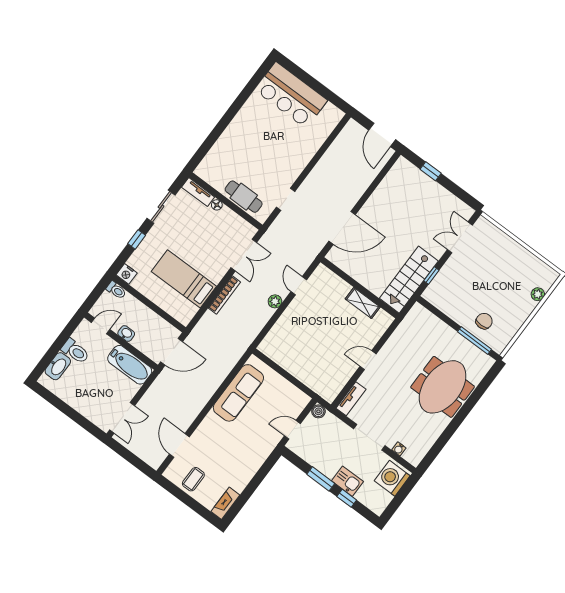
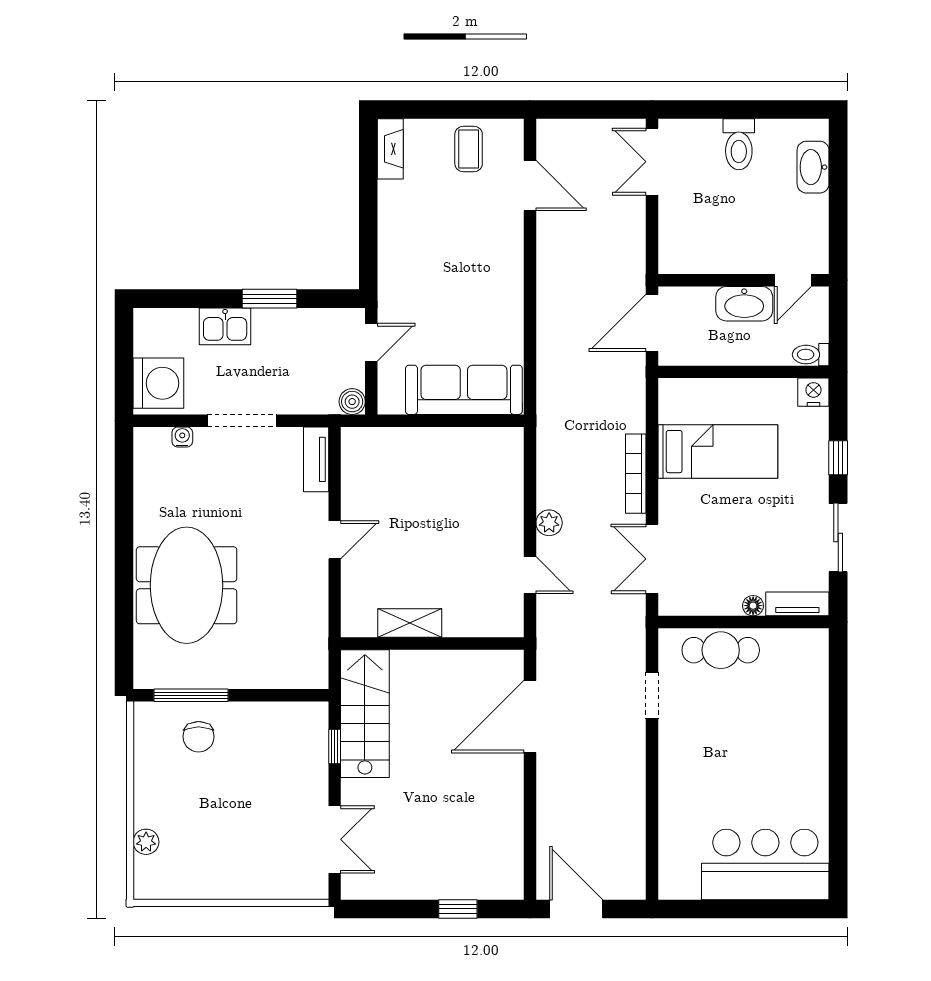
washbasin: (126, 334) -> (744, 304), width x1.91, depth x1.45
toilet: (75, 351) -> (739, 144), moved, turned -90
bathtub: (130, 365) -> (702, 253), removed
sofa: (238, 393) -> (464, 390), moved, turned 90
window: (347, 498) -> (206, 299), removed

